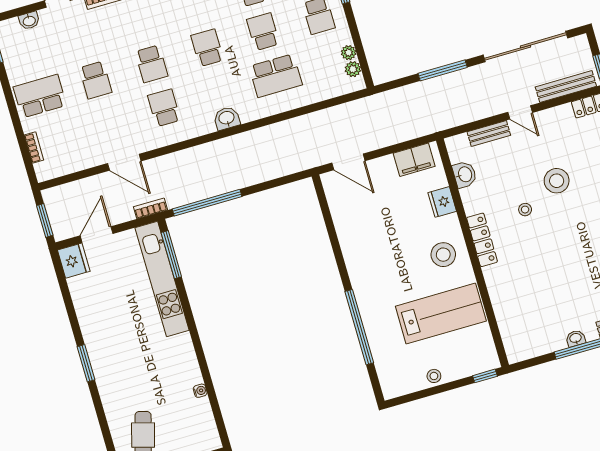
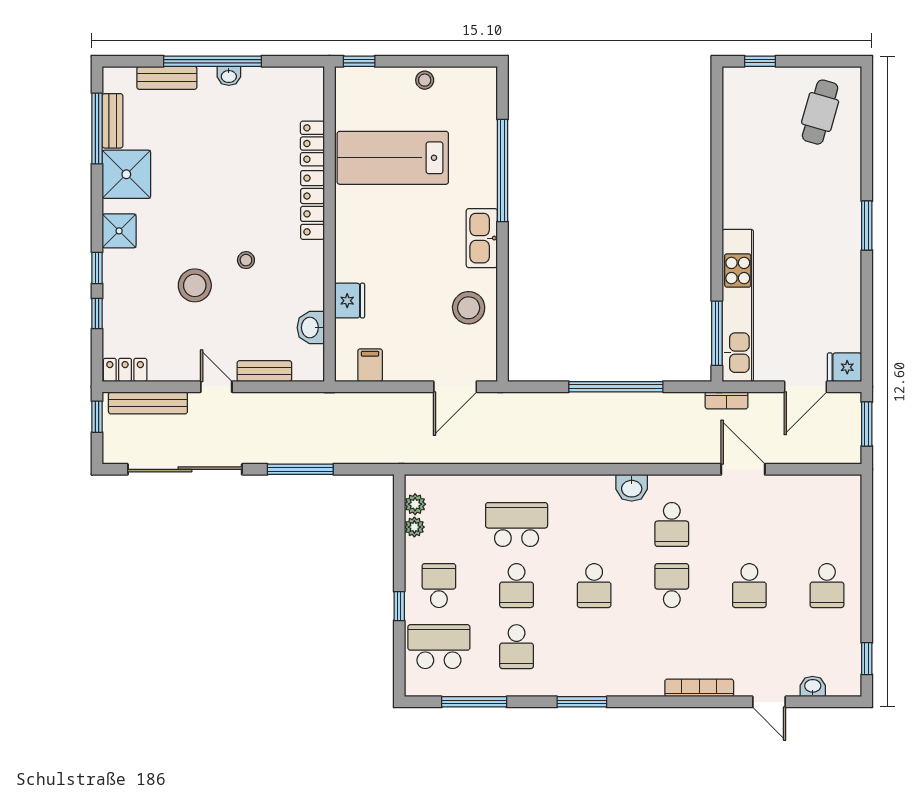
school desk: (96, 80) -> (749, 586), turned 180
school desk: (40, 96) -> (827, 586), width x0.54
washbasin: (227, 118) -> (632, 488), moved
bookcase: (34, 148) -> (854, 522), removed
filing cabinet: (414, 160) -> (370, 365), width x0.50
door: (348, 162) -> (455, 387), swing flipped
window: (207, 203) -> (616, 387), moved
locker: (482, 240) -> (312, 205), moved
stool: (443, 255) -> (469, 308), moved
fridge: (74, 261) -> (844, 367), width x0.72
kitchen sink: (360, 274) -> (482, 238), added
locker: (501, 307) -> (312, 144), added
water cooler: (200, 391) -> (730, 148), removed

